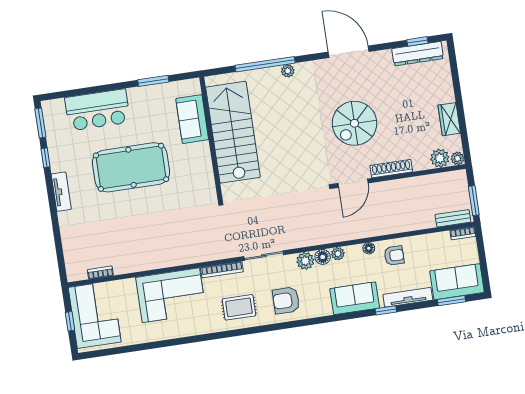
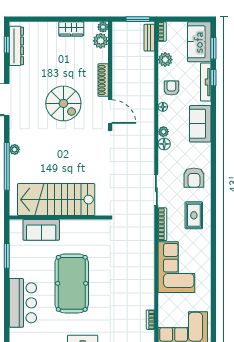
plant: (305, 261) -> (165, 60), moved
window: (386, 310) -> (213, 78), moved

